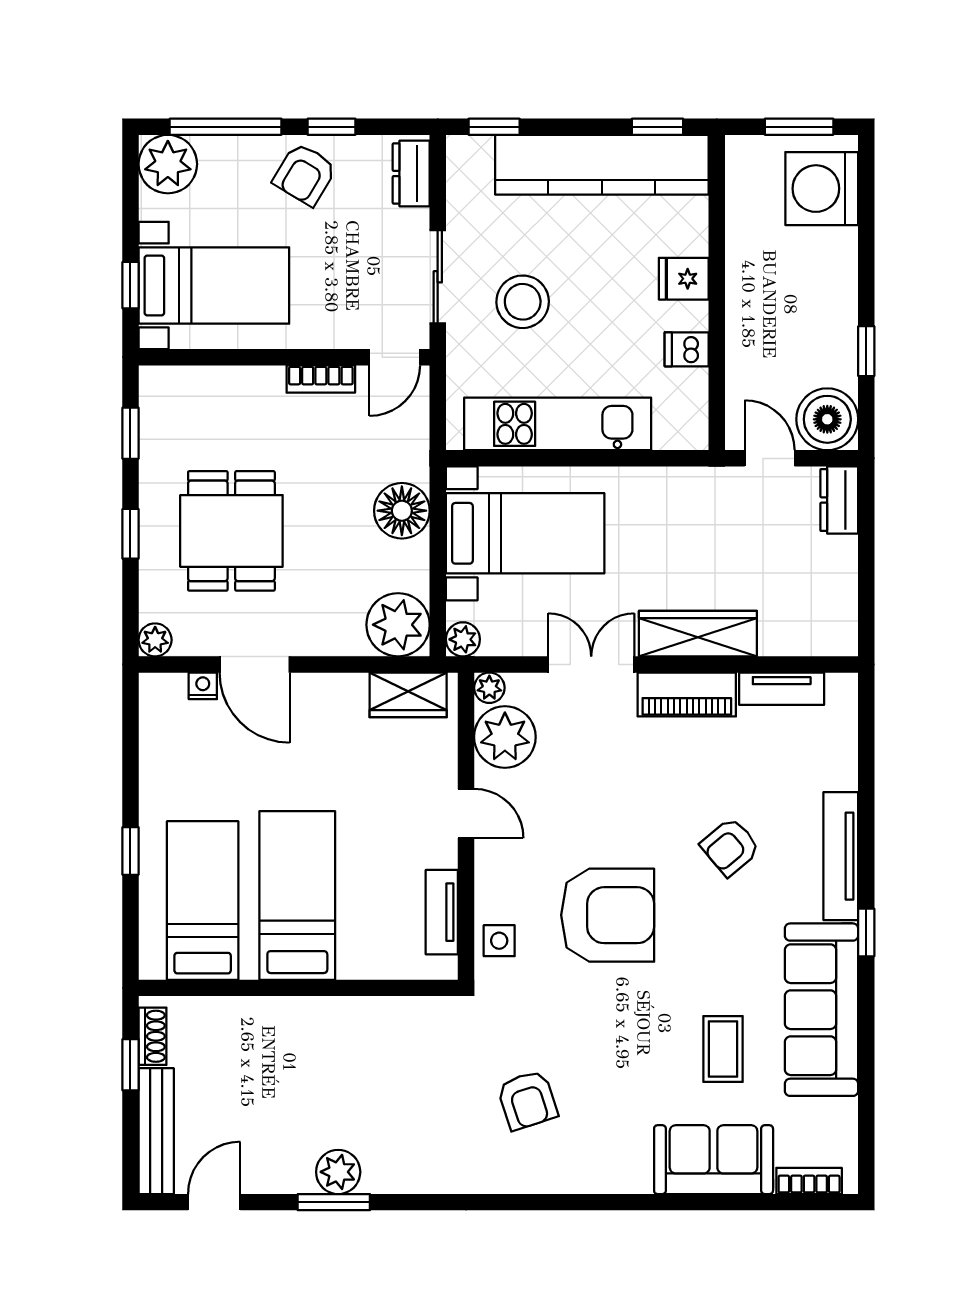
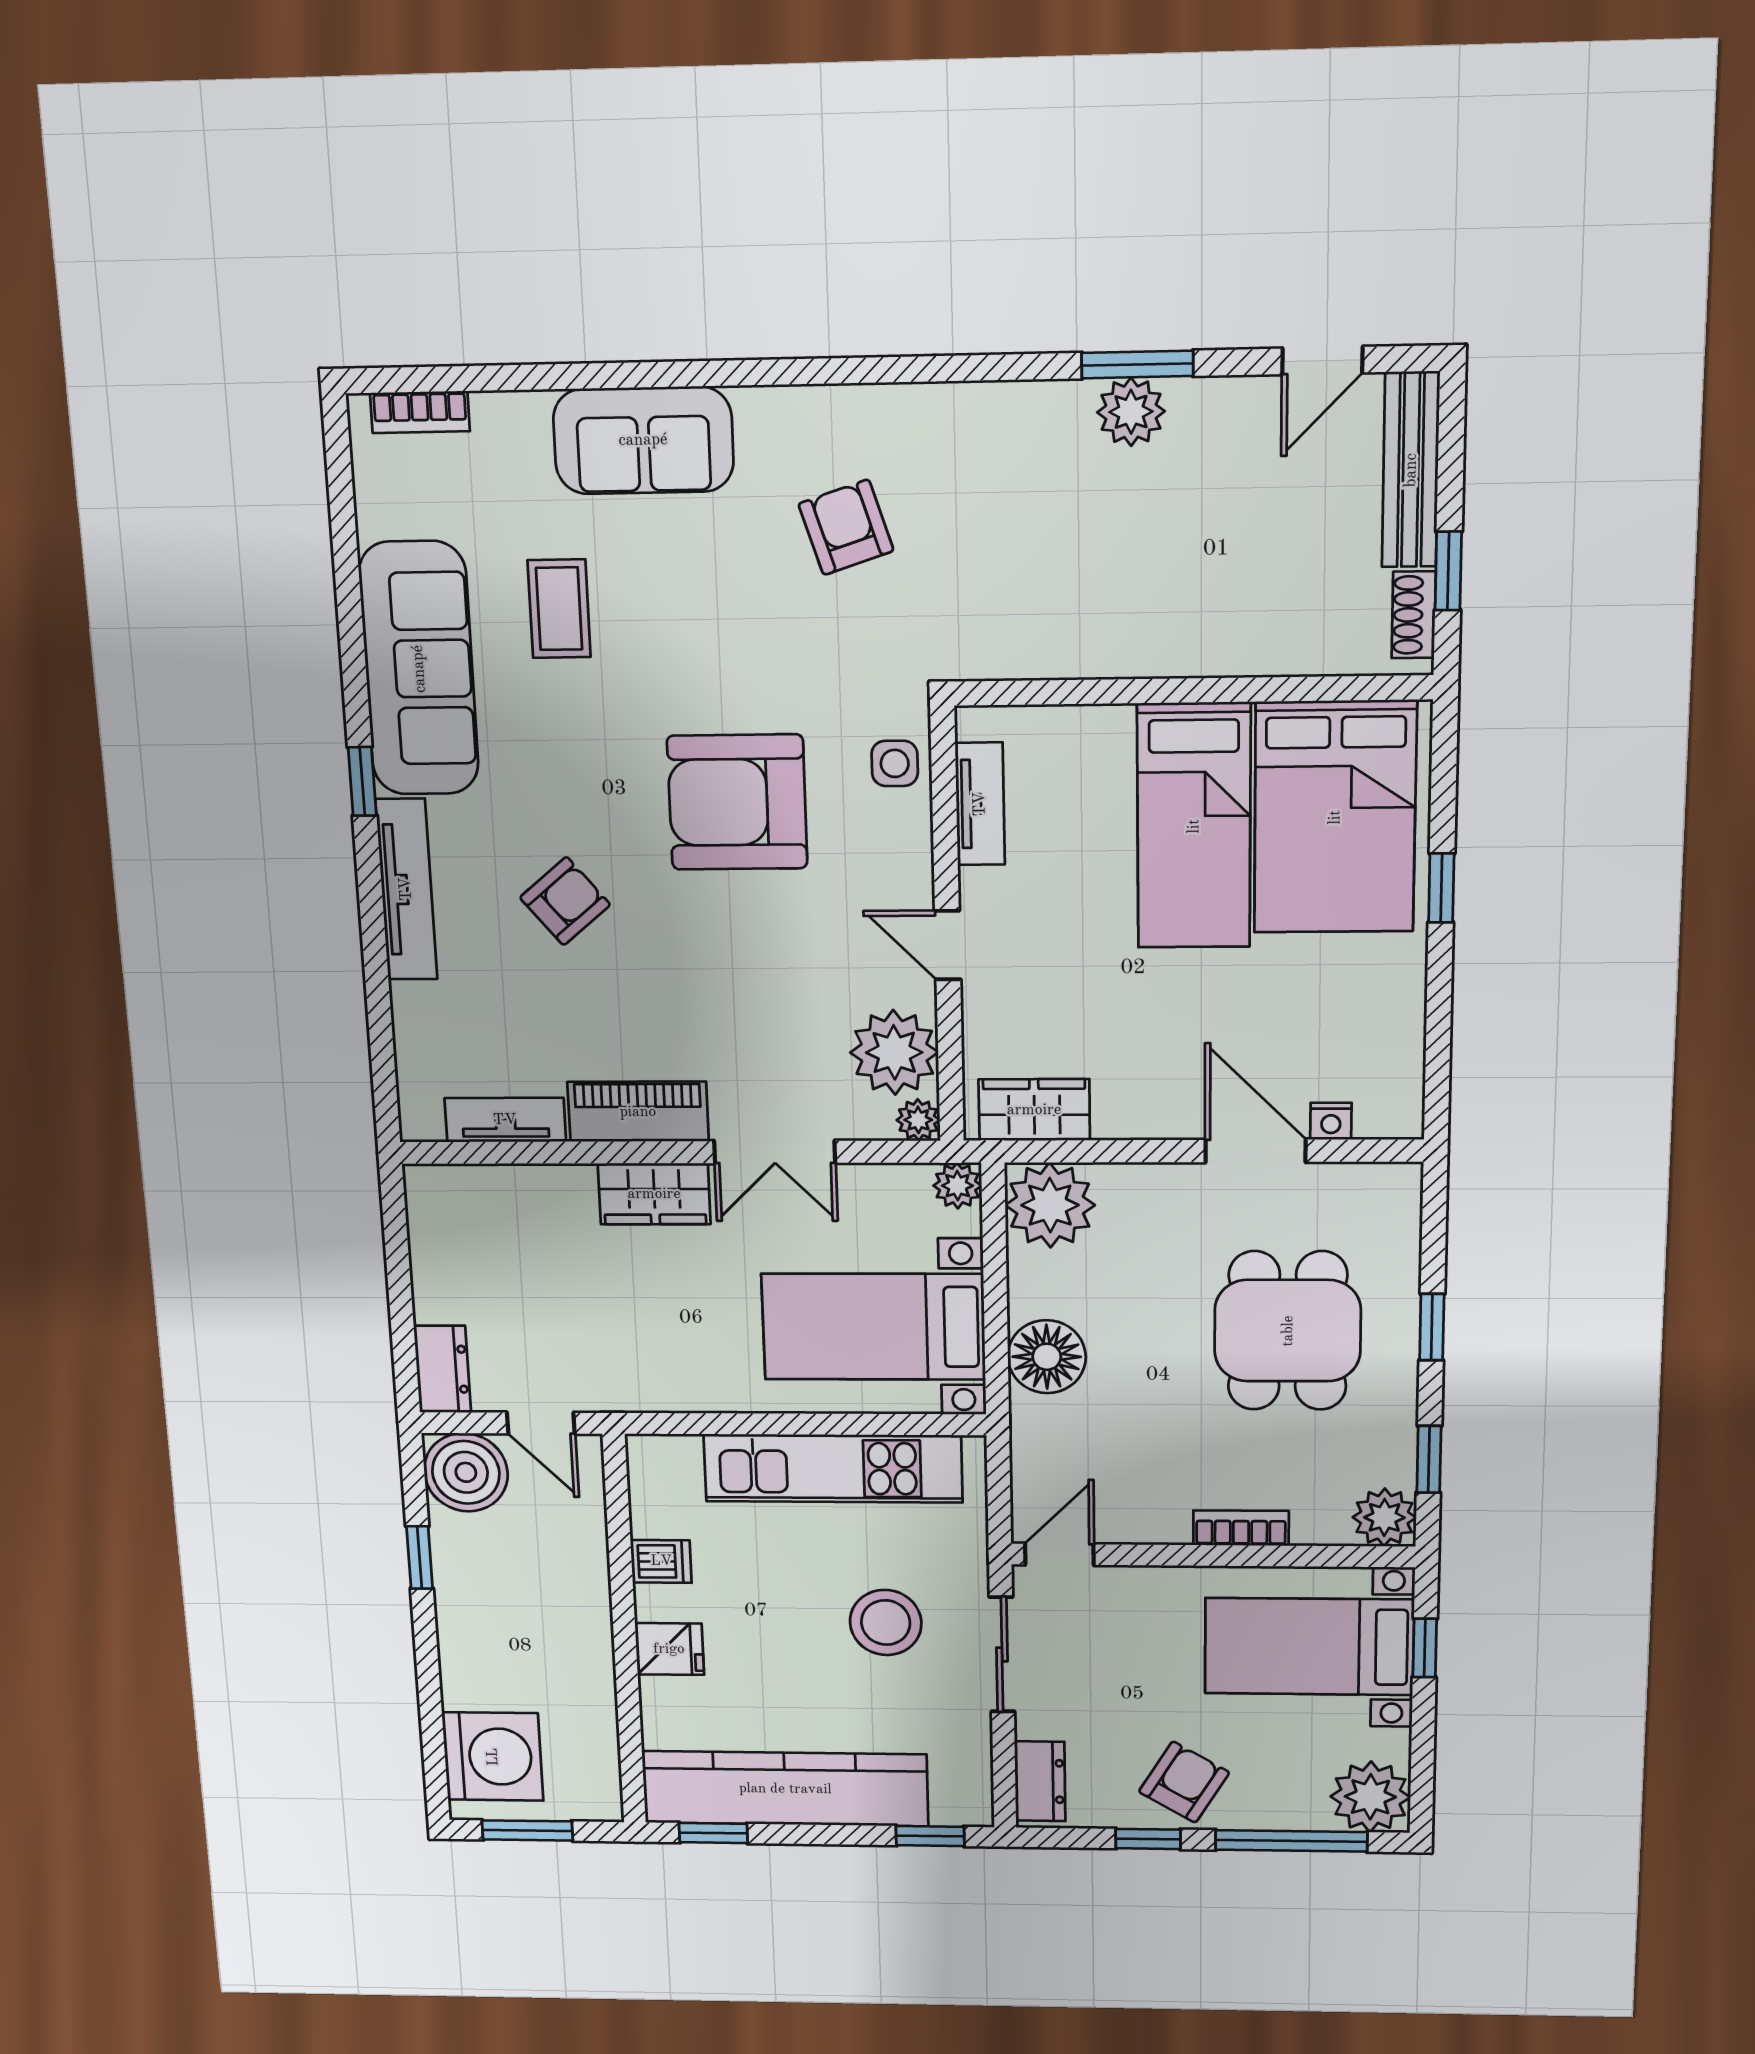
bookcase: (321, 379) -> (1241, 1528), moved
wardrobe: (698, 634) -> (654, 1194), width x0.67
plant: (155, 640) -> (1384, 1517), moved, width x1.38, depth x1.38
bed: (203, 900) -> (1335, 817), width x1.50
sofa: (714, 1160) -> (643, 440), moved

